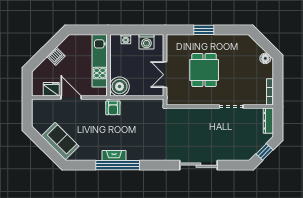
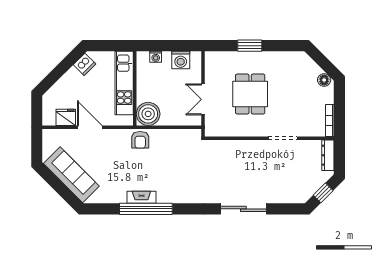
dishwasher: (56, 56) -> (84, 64), moved
sofa: (60, 141) -> (71, 175), width x1.36

